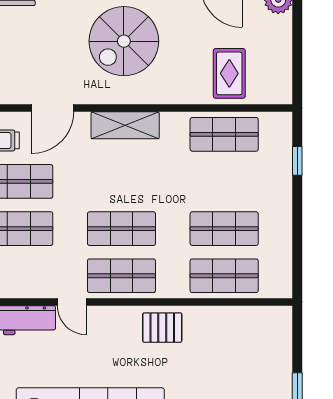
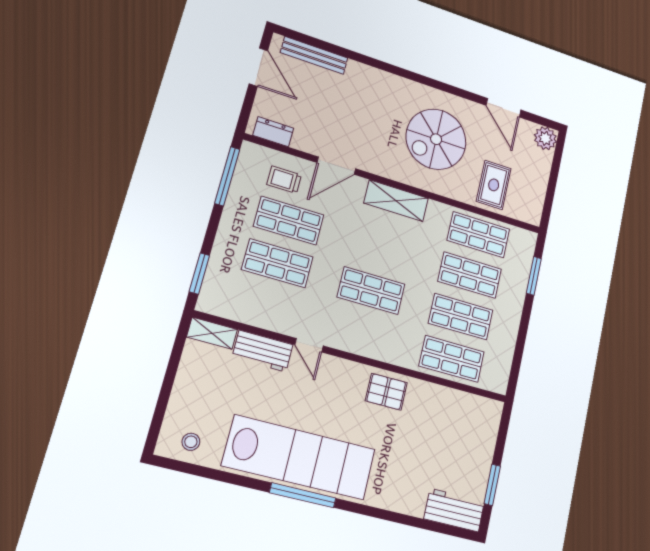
spiral stairs: (124, 41) -> (436, 139), moved
window: (297, 161) -> (534, 276), width x1.50
shop shelf: (121, 276) -> (470, 275), moved

